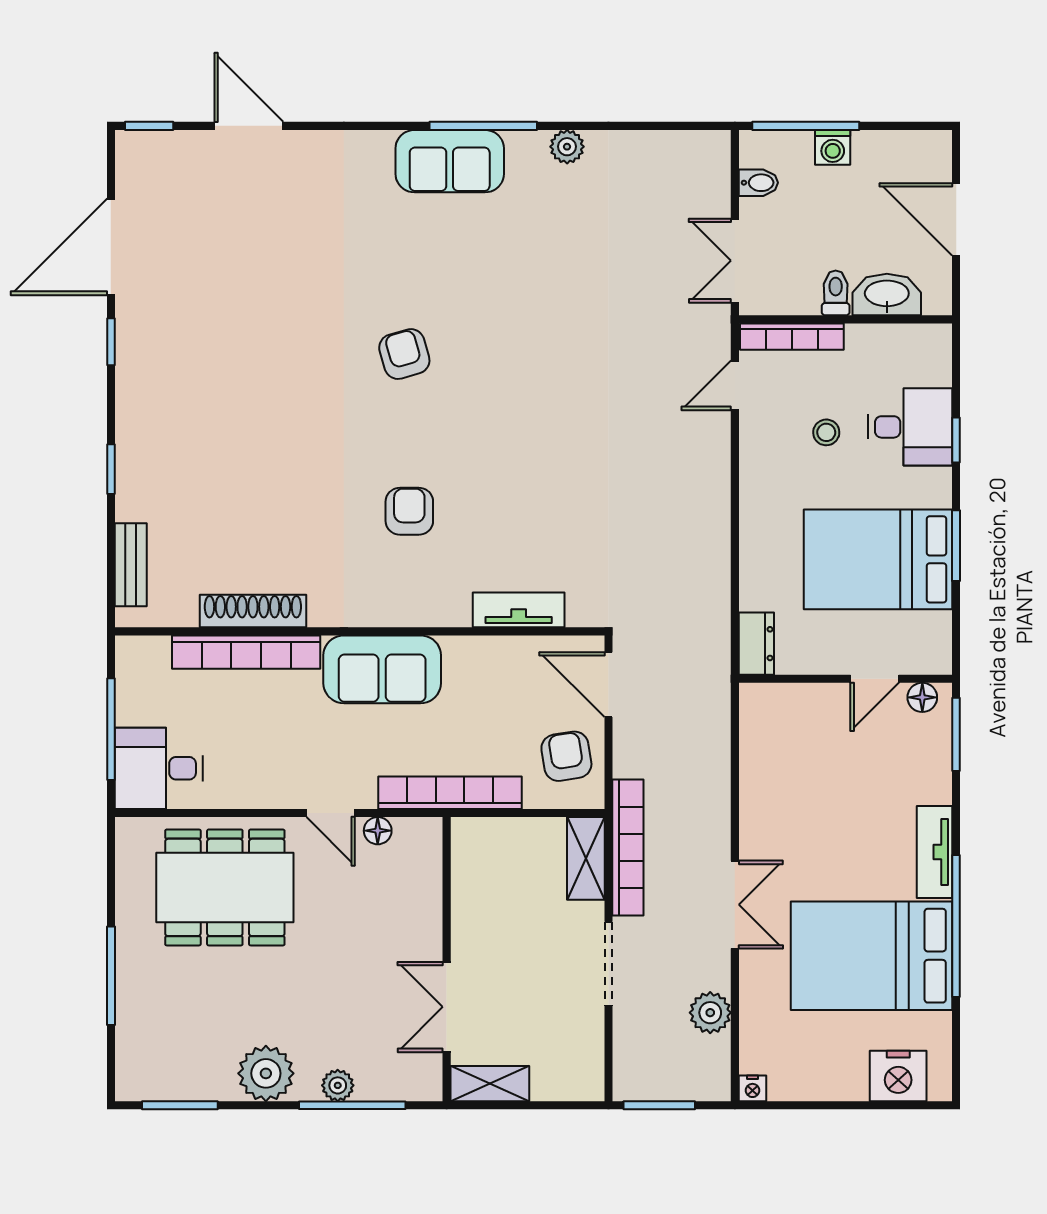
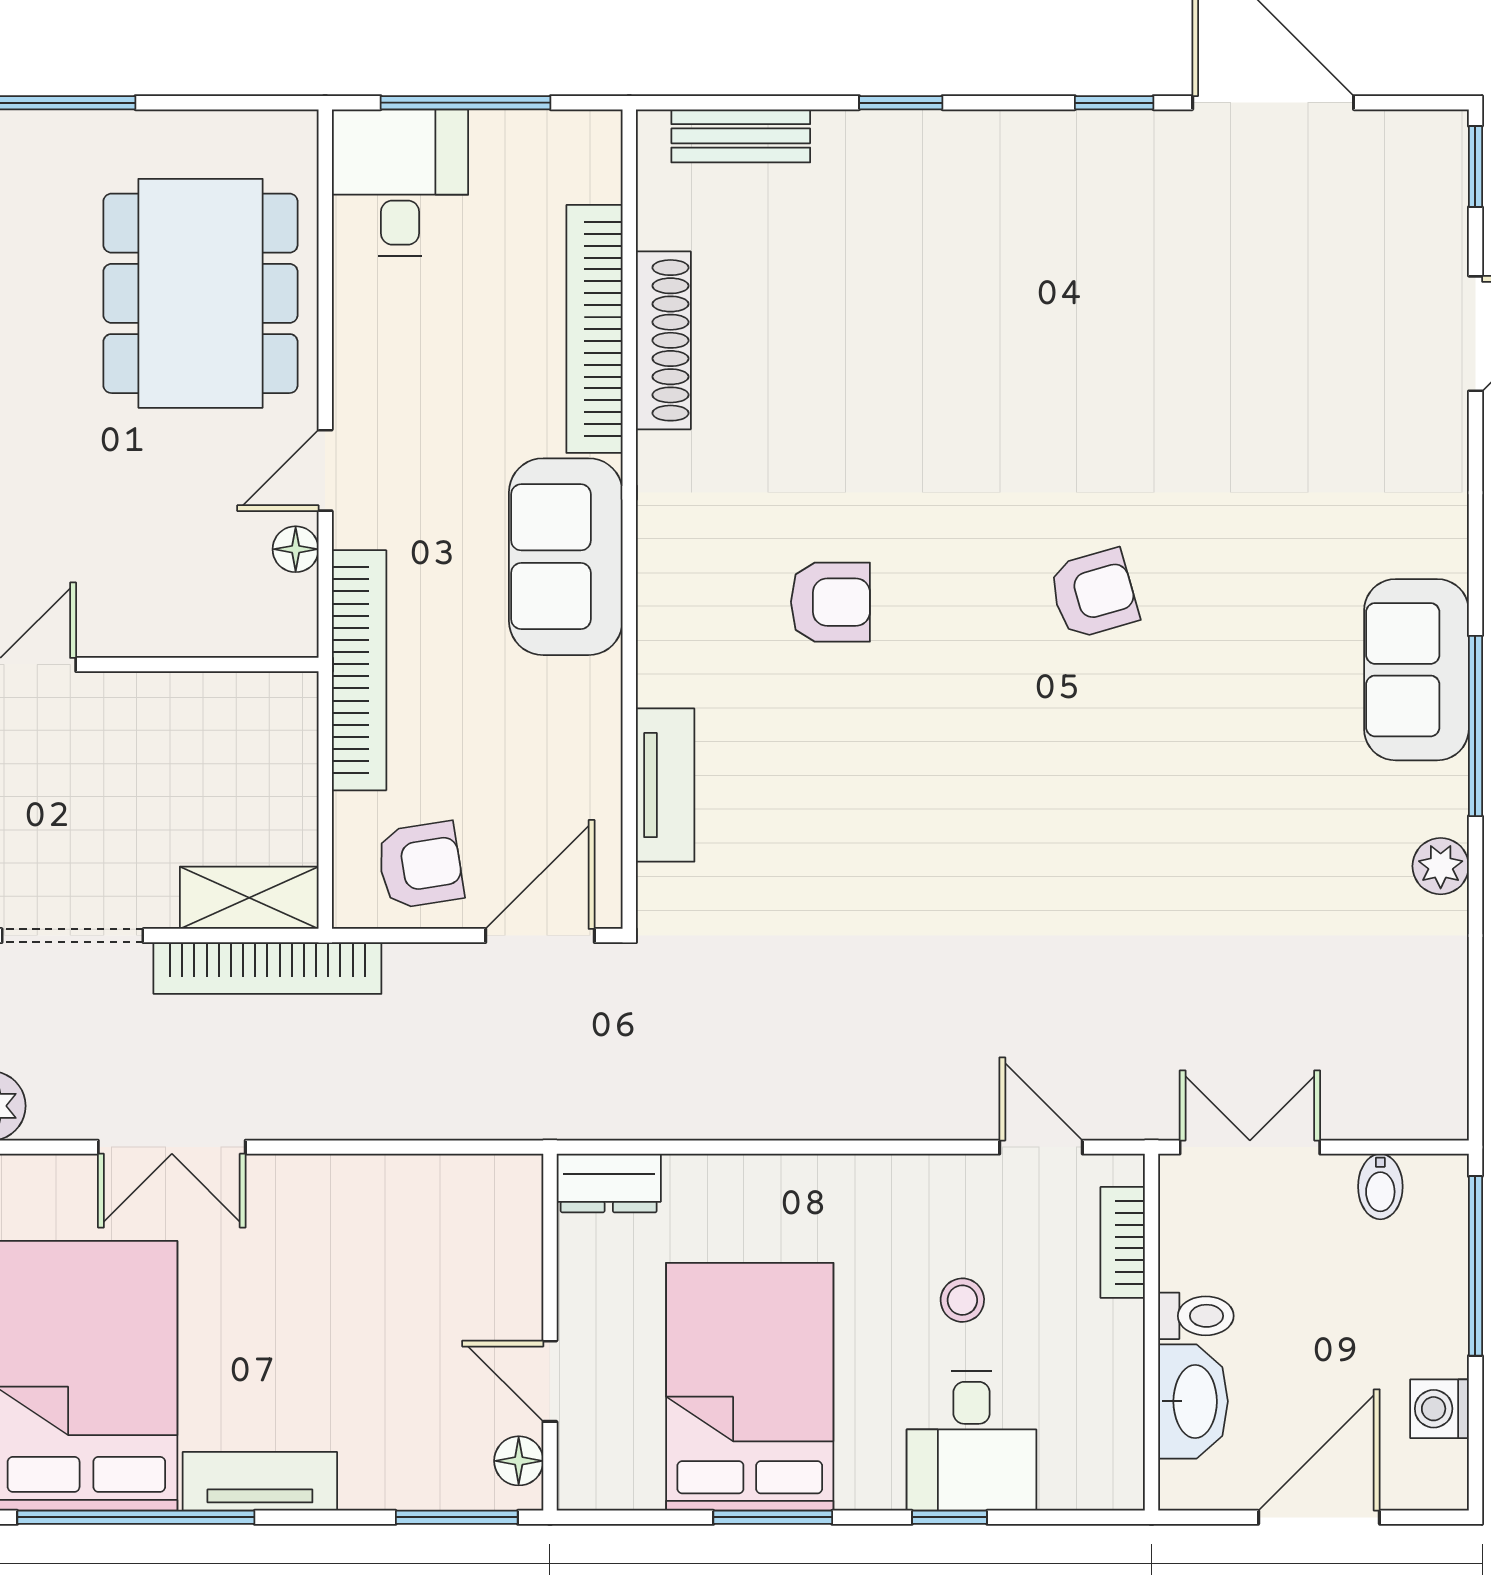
washing machine: (833, 147) -> (1439, 1409), moved
bookcase: (792, 337) -> (1123, 1242), width x0.64

